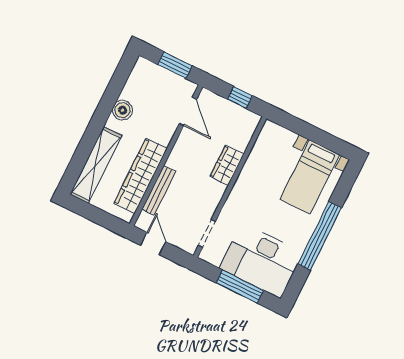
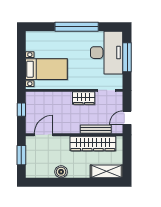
shelving: (96, 165) -> (107, 171), width x0.68
wardrobe: (227, 165) -> (84, 98), moved
bed with nightstands: (310, 177) -> (46, 69), moved

